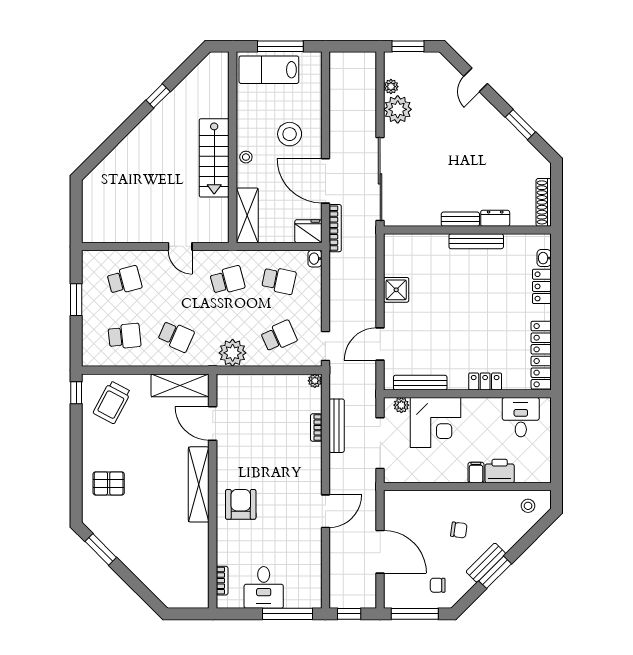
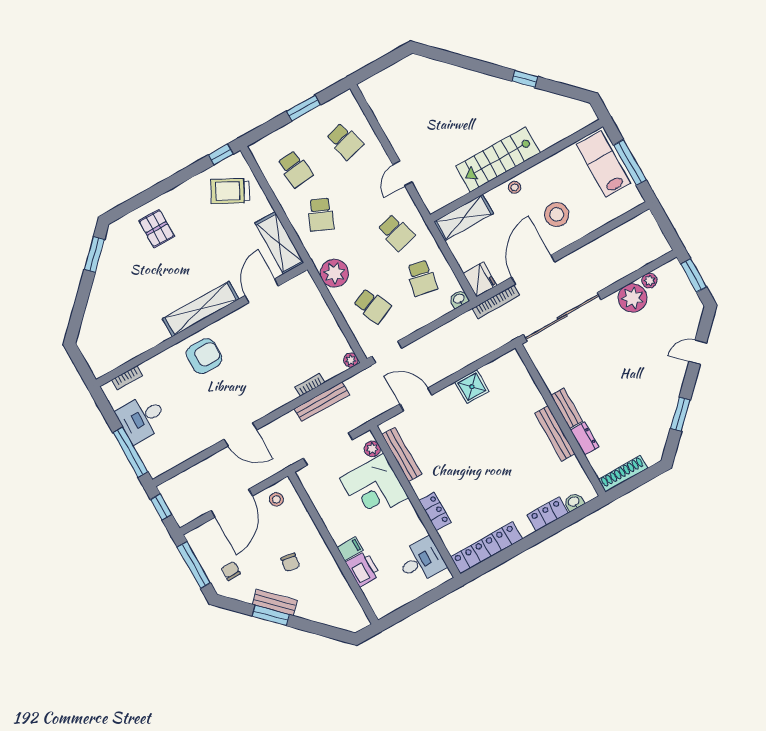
stool: (528, 506) -> (276, 499), moved

